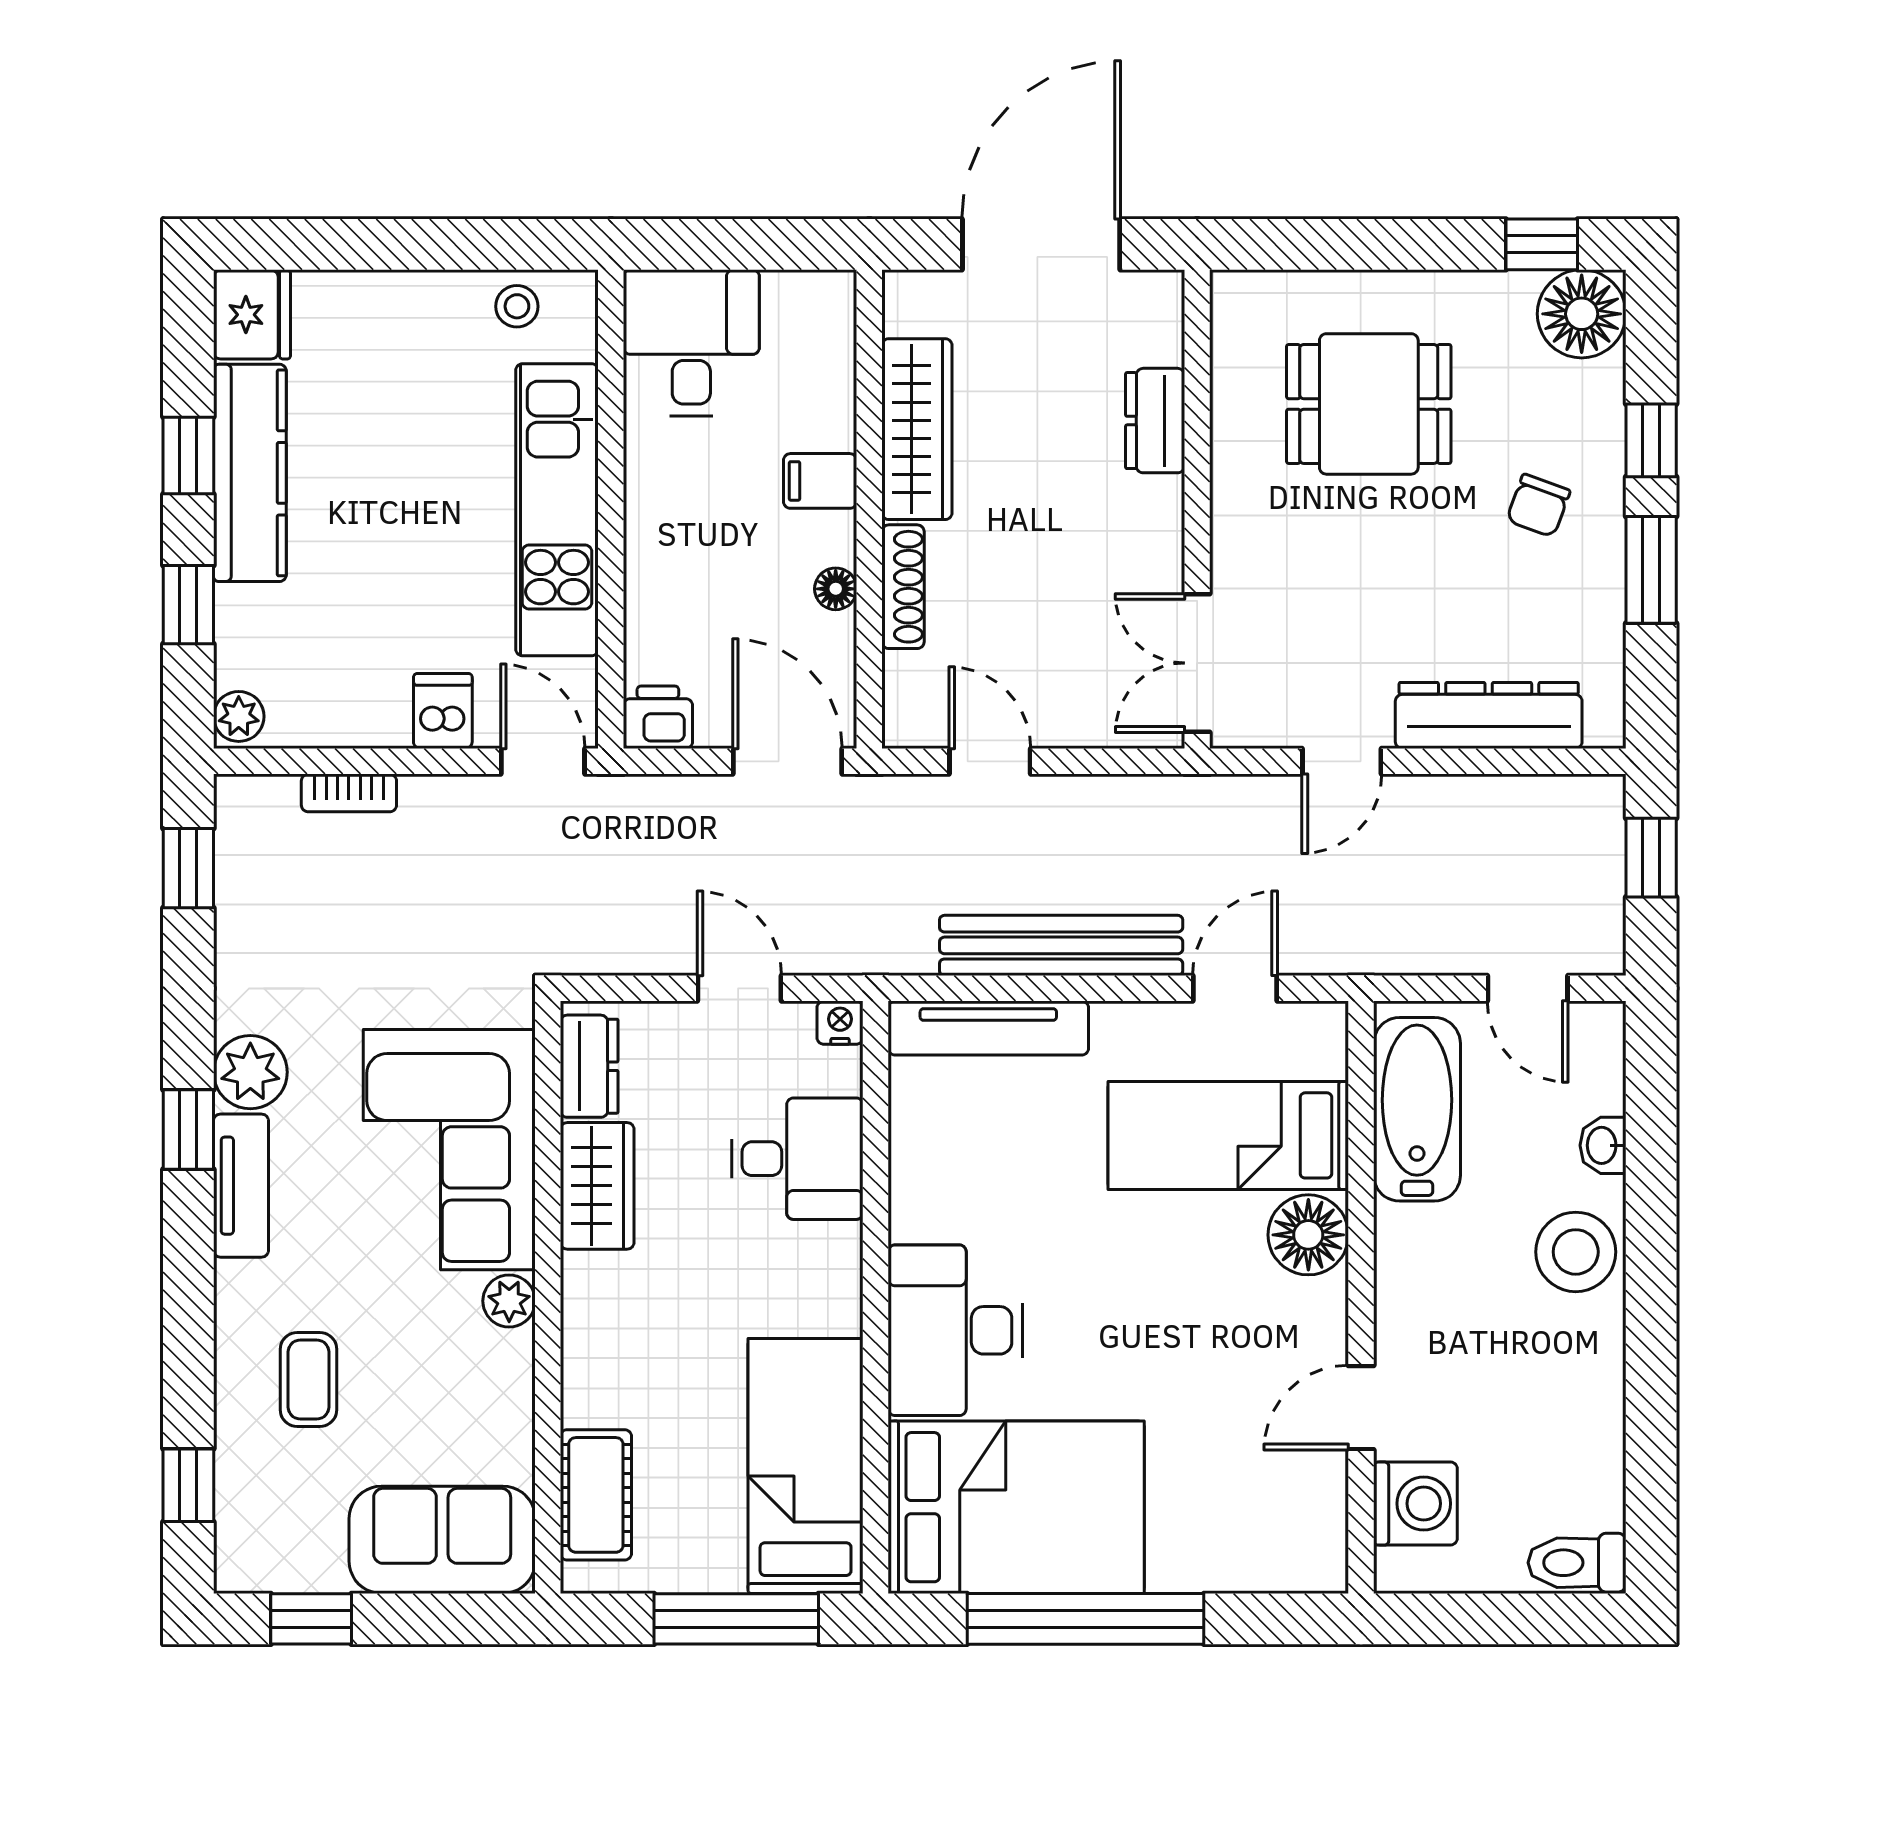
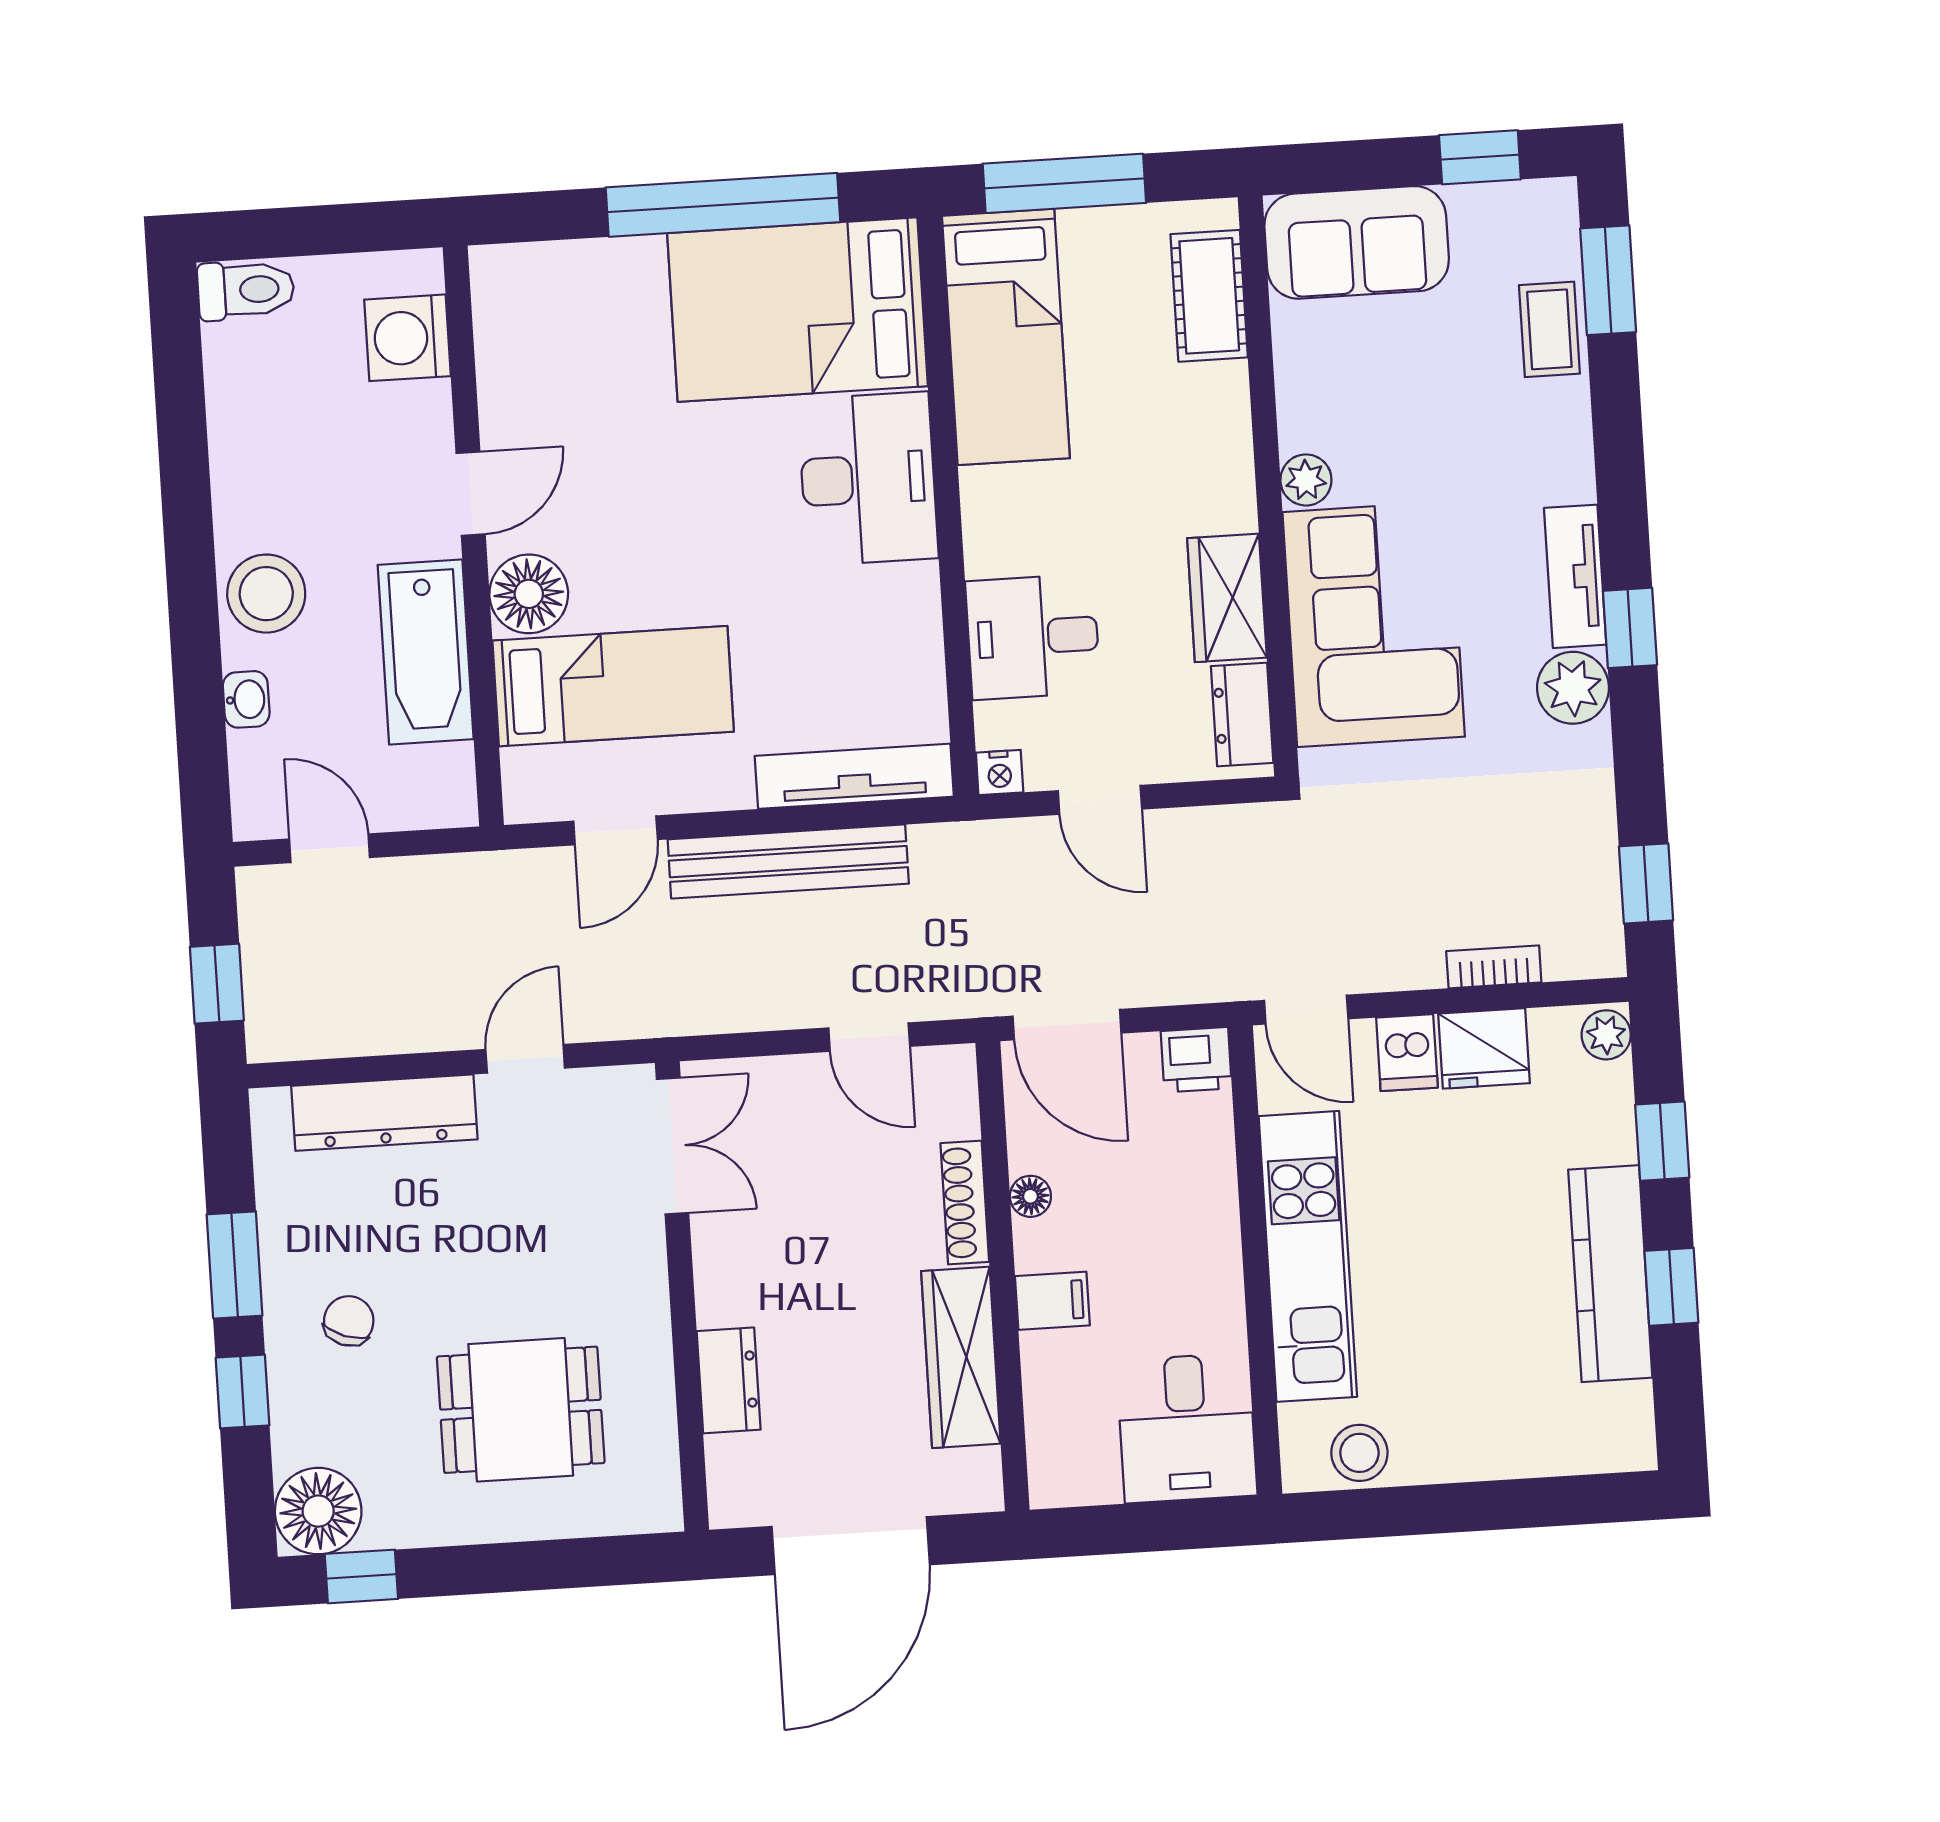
stool: (517, 306) -> (1359, 1453), width x1.37, depth x1.37
fridge: (252, 315) -> (1484, 1048), moved, turned -90
bathtub: (1417, 1109) -> (426, 652), moved
coffee table: (309, 1379) -> (1549, 329), moved
door: (1361, 1408) -> (471, 494), moved
window: (188, 1485) -> (1608, 280), width x1.50

